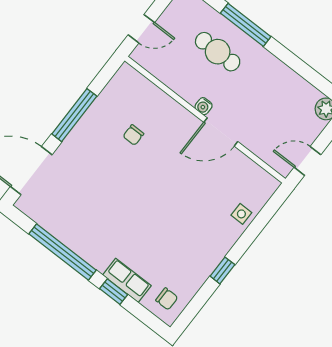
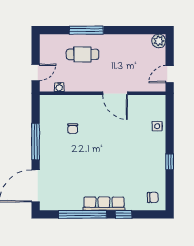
water cooler: (204, 106) -> (59, 87), moved
door: (221, 132) -> (115, 93), hinge flipped
row of seats: (127, 280) -> (104, 204), moved, width x1.48

